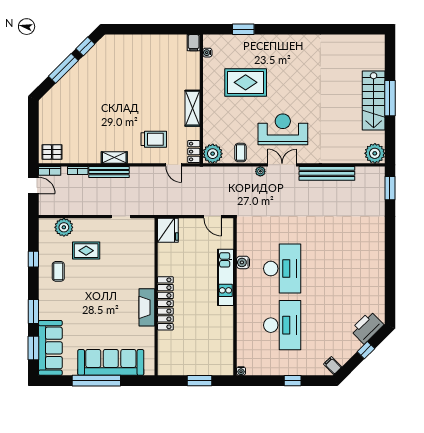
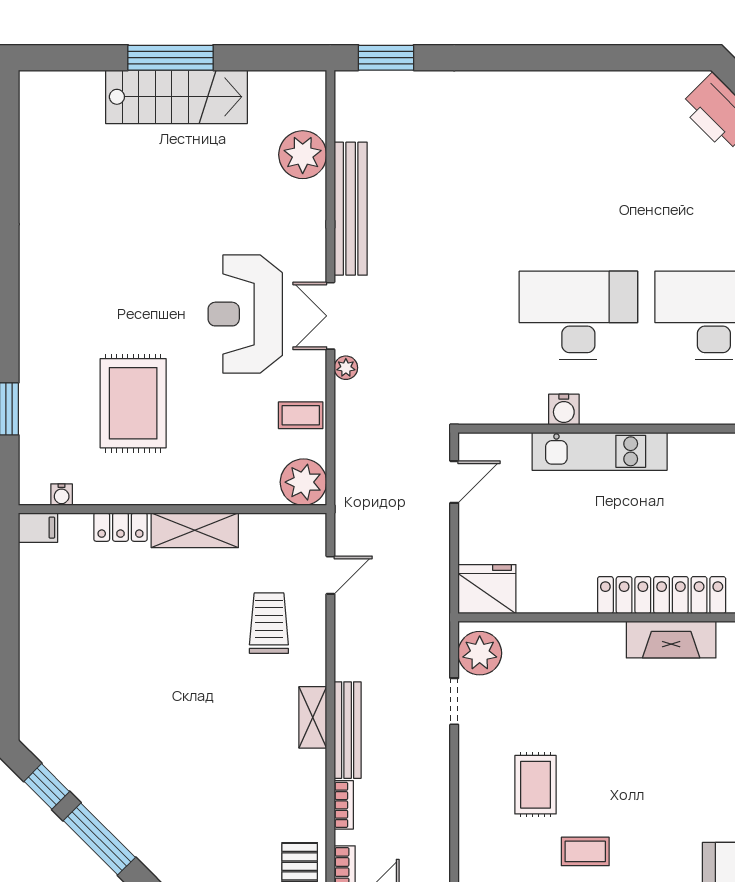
locker: (194, 152) -> (120, 527), moved
plant: (375, 153) -> (303, 155), moved
plant: (64, 227) -> (480, 653), moved

